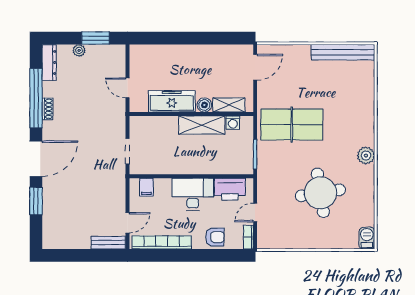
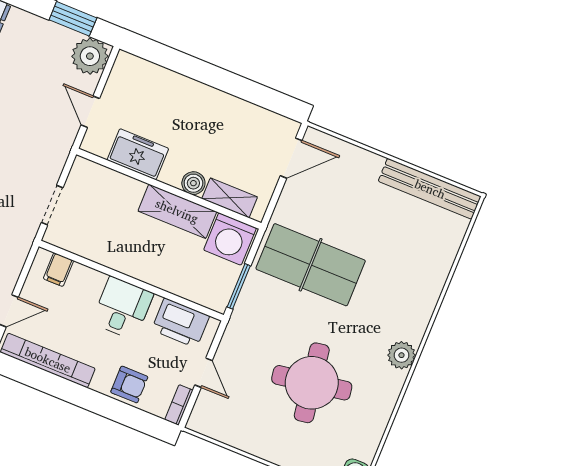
plant: (79, 50) -> (90, 56), moved, width x1.88, depth x1.88
freezer: (172, 101) -> (138, 154), width x0.71
washing machine: (233, 123) -> (230, 239), width x1.89, depth x1.89
desk: (193, 194) -> (122, 308), width x0.73
door: (255, 213) -> (204, 373), swing flipped

